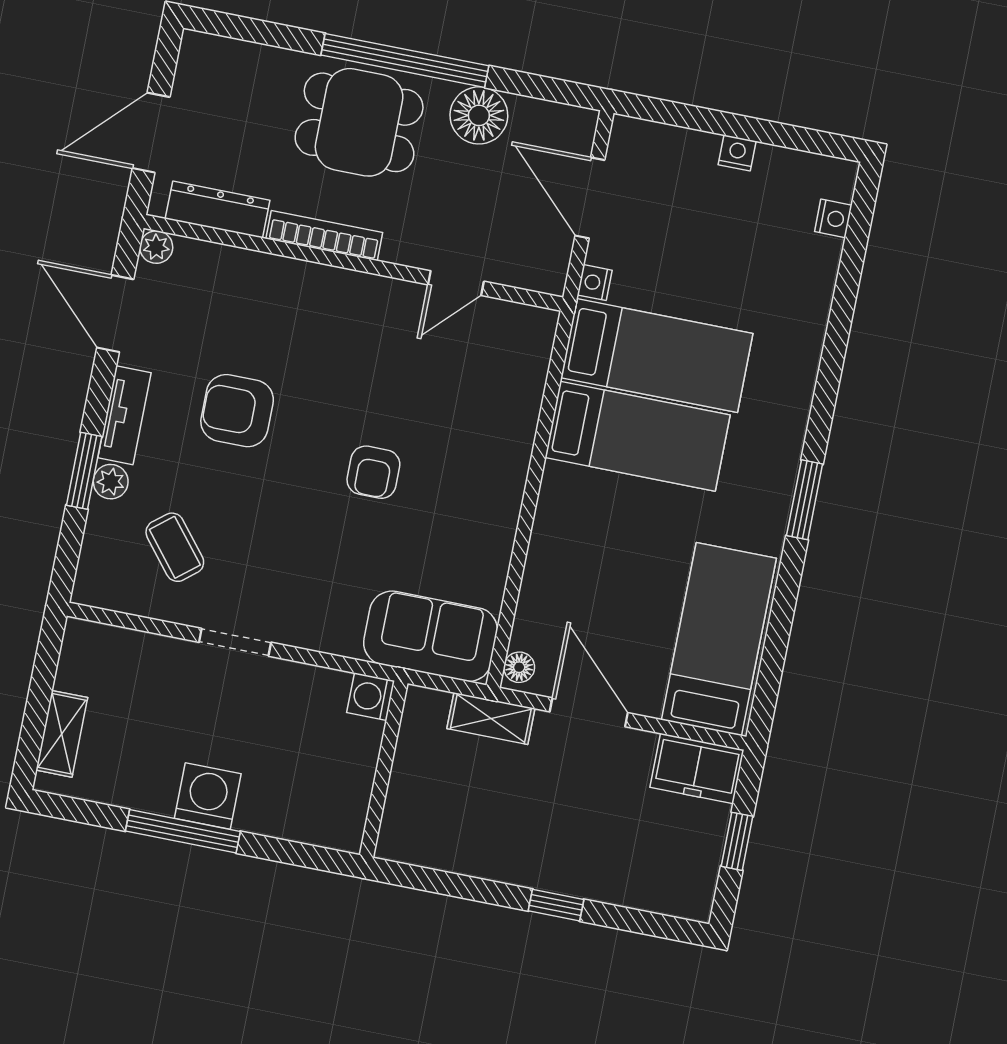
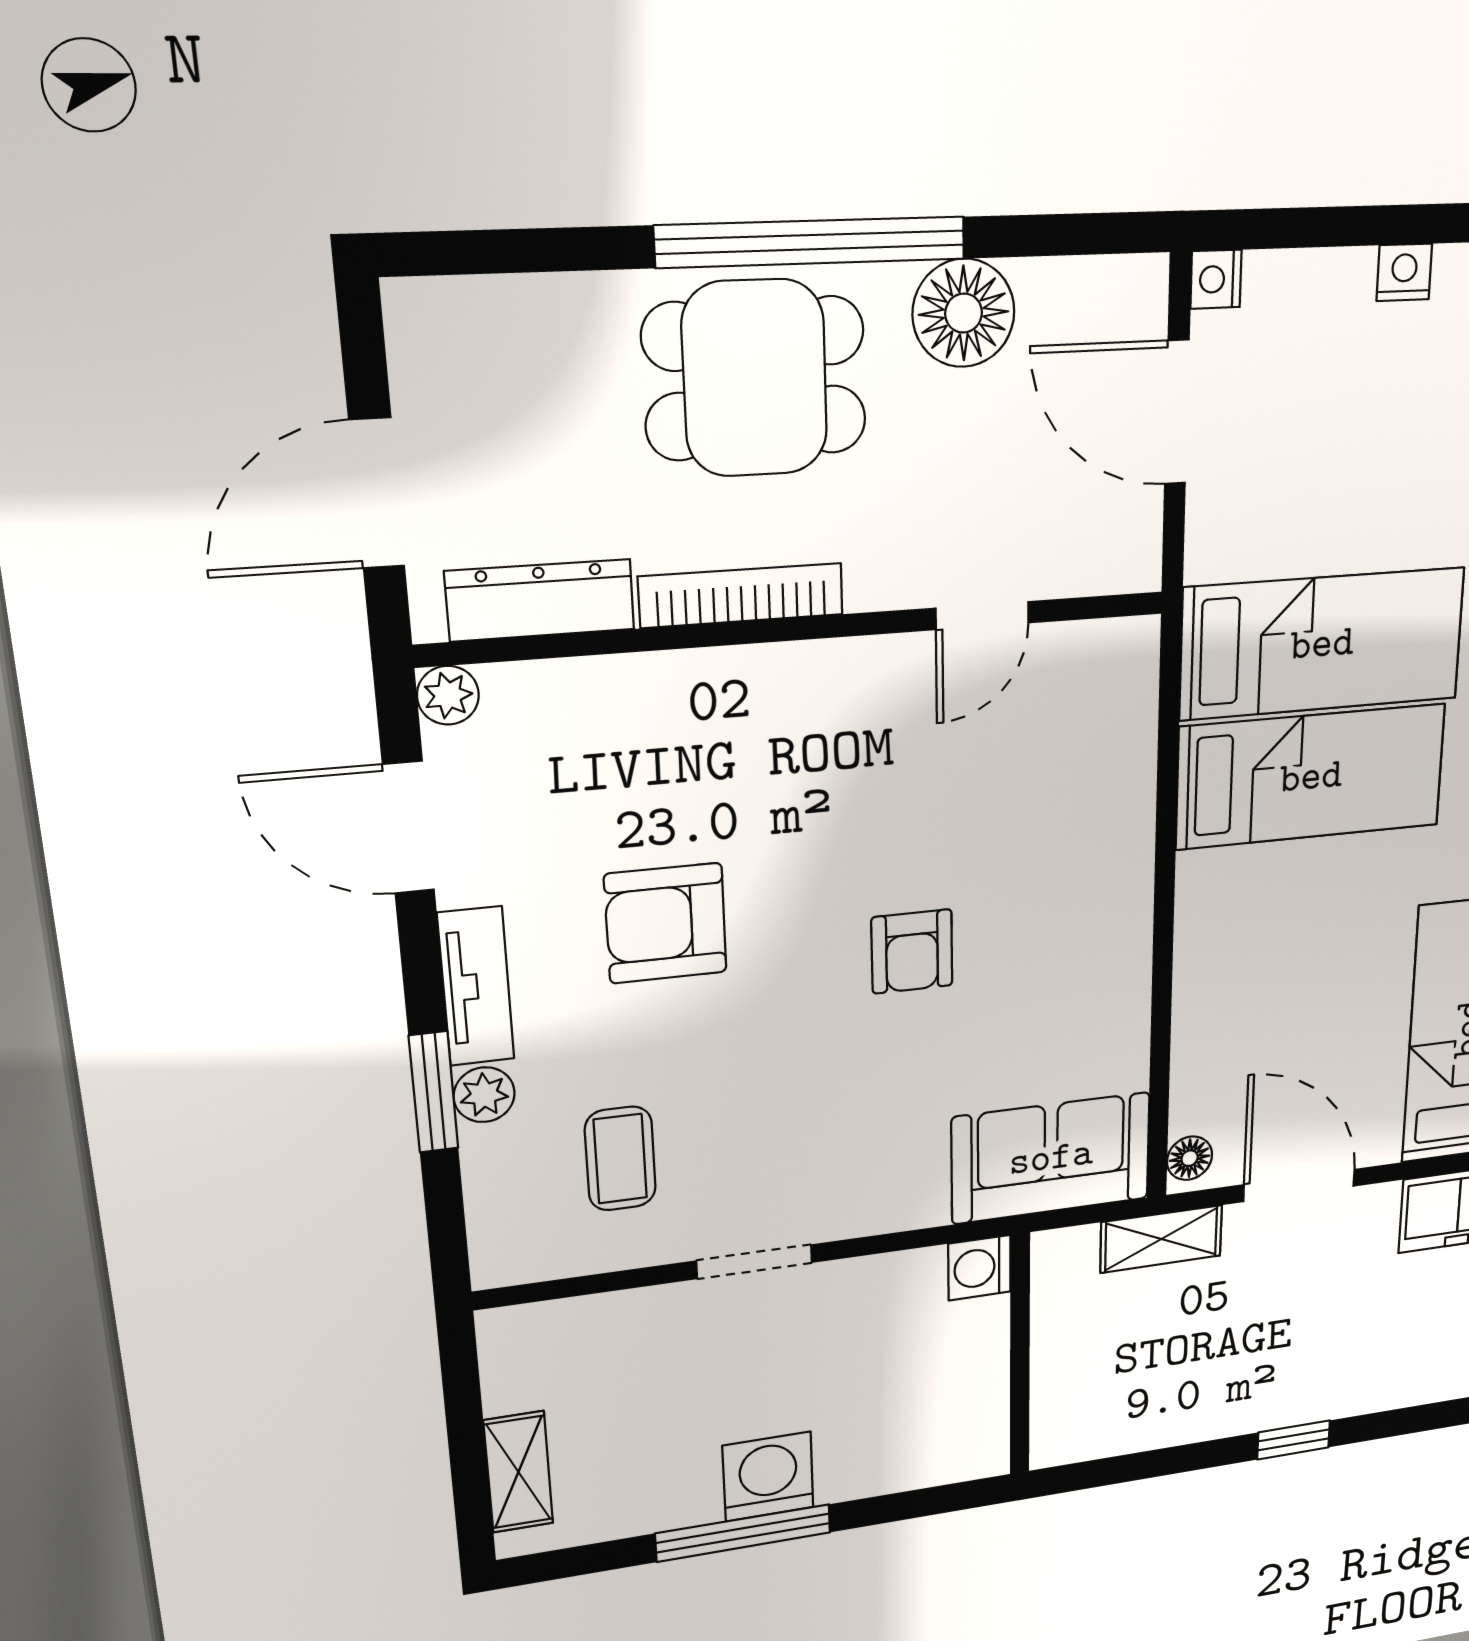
nightstand: (595, 283) -> (1216, 279), moved
coffee table: (175, 547) -> (620, 1159), turned 39

